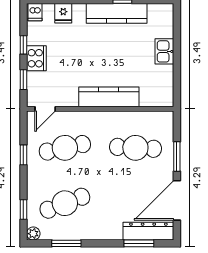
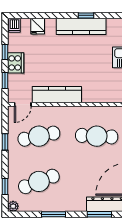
kitchen counter: (109, 97) -> (57, 95), moved
window: (66, 243) -> (54, 214), moved

